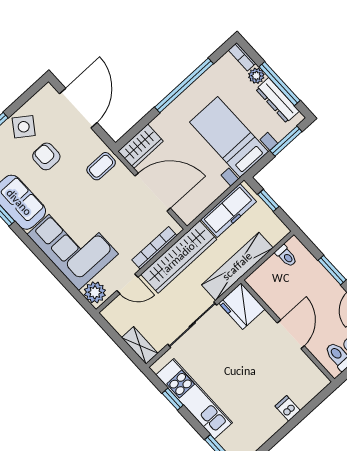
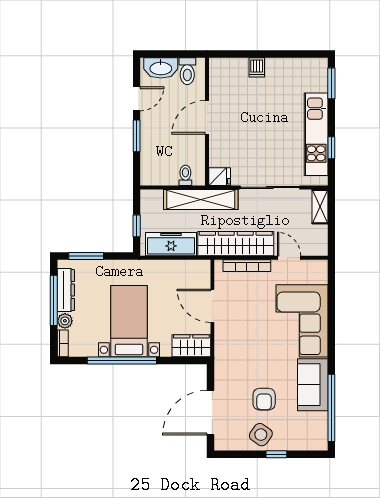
bed with nightstands: (229, 137) -> (129, 321), moved, turned 180
coffee table: (101, 166) -> (232, 357), removed
door: (153, 192) -> (212, 306), width x0.73
toilet: (286, 256) -> (185, 175), moved
plant: (95, 292) -> (317, 273), removed
fridge: (242, 306) -> (220, 177), width x0.53, depth x0.75

